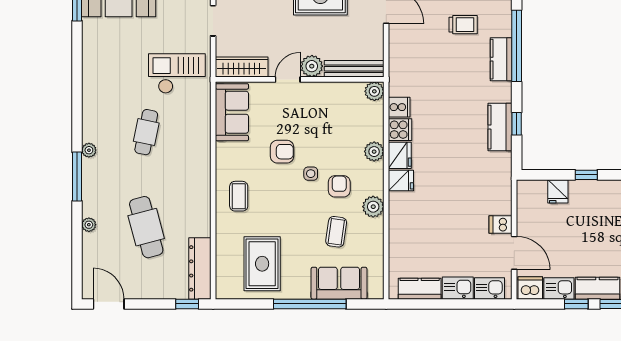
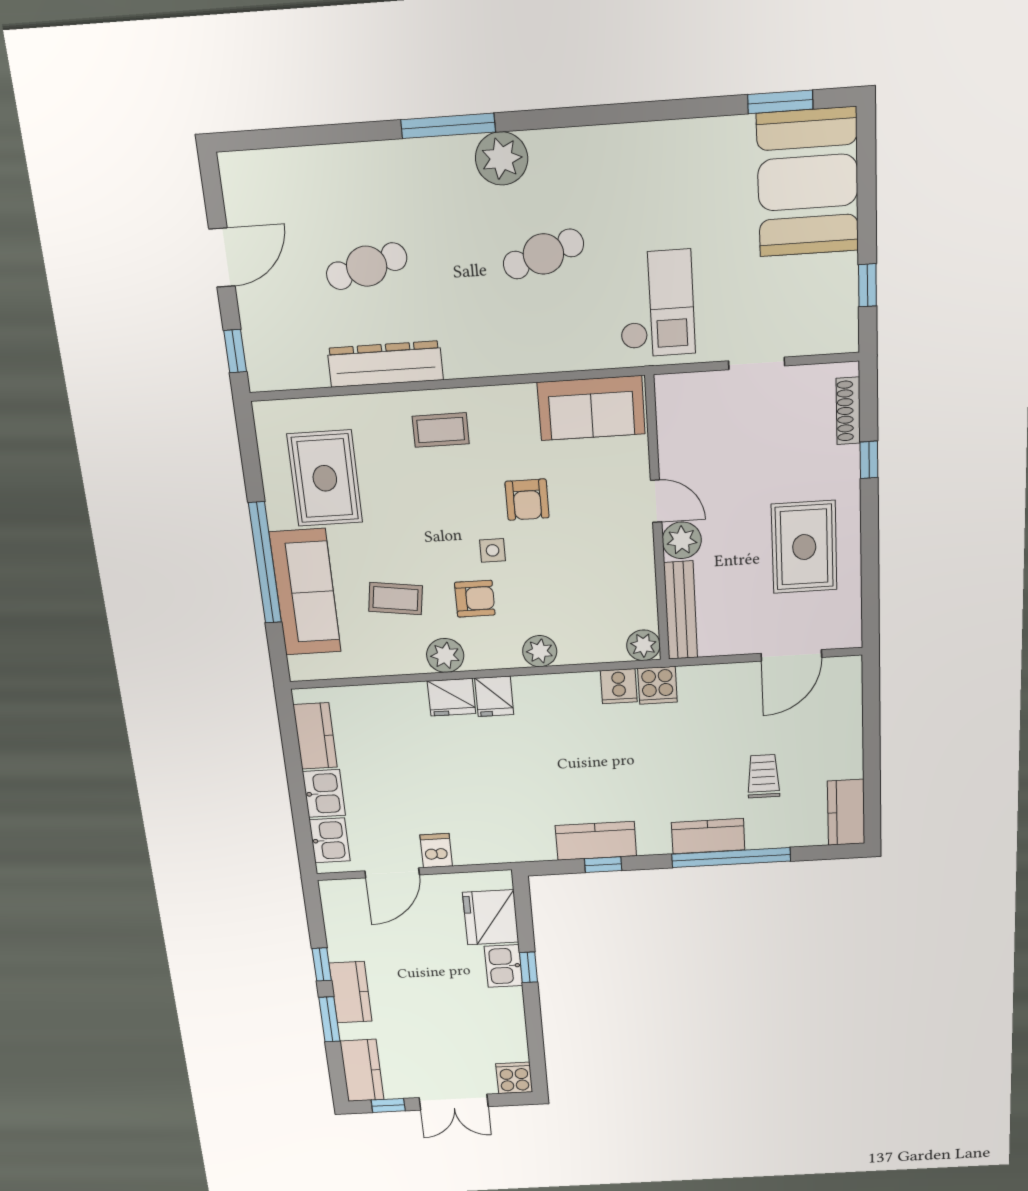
trolley: (463, 25) -> (763, 776), turned 180
wardrobe: (242, 67) -> (674, 420), removed
cooker: (400, 130) -> (657, 685), moved
cafe table: (146, 132) -> (543, 254), turned -30
plant: (89, 150) -> (502, 158), width x1.88, depth x1.88
fridge: (400, 155) -> (451, 697), moved
fridge: (558, 191) -> (491, 917), width x1.88, depth x1.34
plant: (89, 225) -> (359, 156), removed
cafe table: (146, 227) -> (367, 266), width x0.73, depth x0.74
rug: (262, 264) -> (325, 478), turned 90
dresser: (200, 268) -> (385, 364), moved
sofa: (339, 283) -> (305, 592), width x1.36
dishwasher: (530, 288) -> (338, 899), removed
kitchen sink: (559, 288) -> (504, 966), moved, turned 180
door: (109, 304) -> (222, 258), moved

